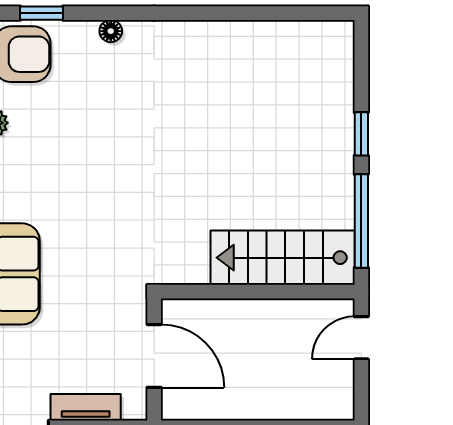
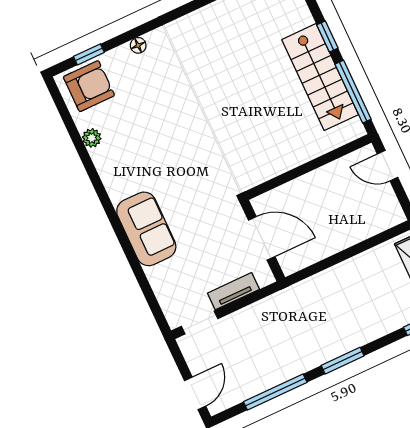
stairs: (283, 258) -> (320, 77), moved, turned -90
door: (361, 338) -> (388, 166), hinge flipped

